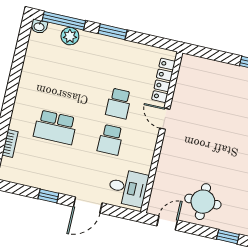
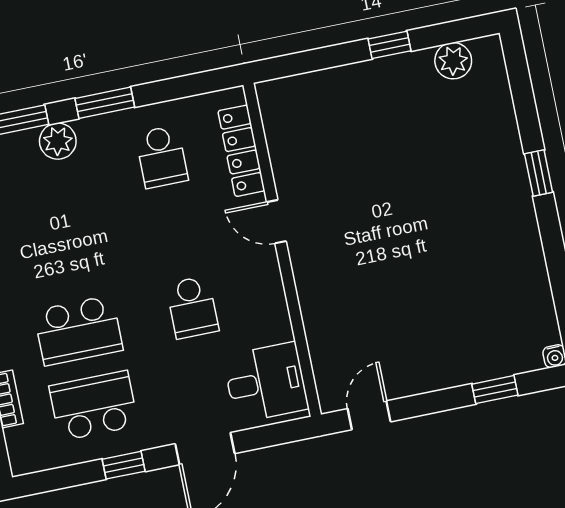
plant: (70, 36) -> (58, 141), moved
school desk: (119, 103) -> (162, 157), moved
school desk: (47, 164) -> (94, 406), added
round table: (203, 202) -> (418, 345), removed

